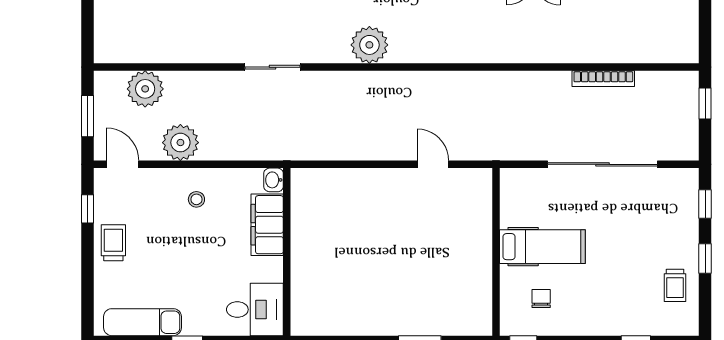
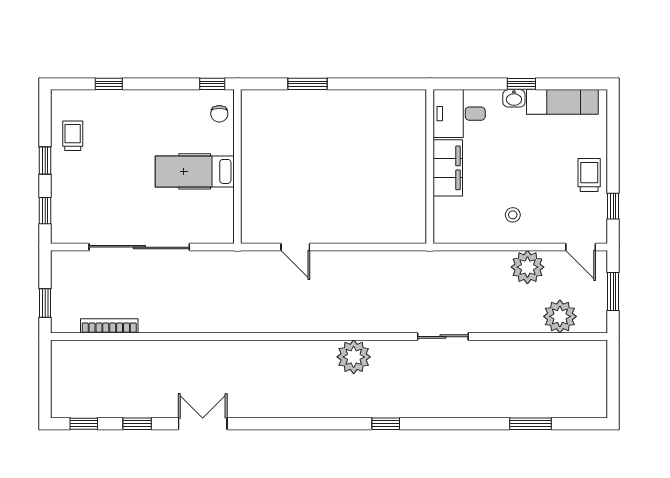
bookcase: (603, 79) -> (109, 326), moved
washbasin: (274, 180) -> (514, 98), moved, turned 90
filing cabinet: (267, 225) -> (448, 168), moved
trolley: (113, 243) -> (589, 175), turned 180
chair: (541, 299) -> (219, 114), moved

